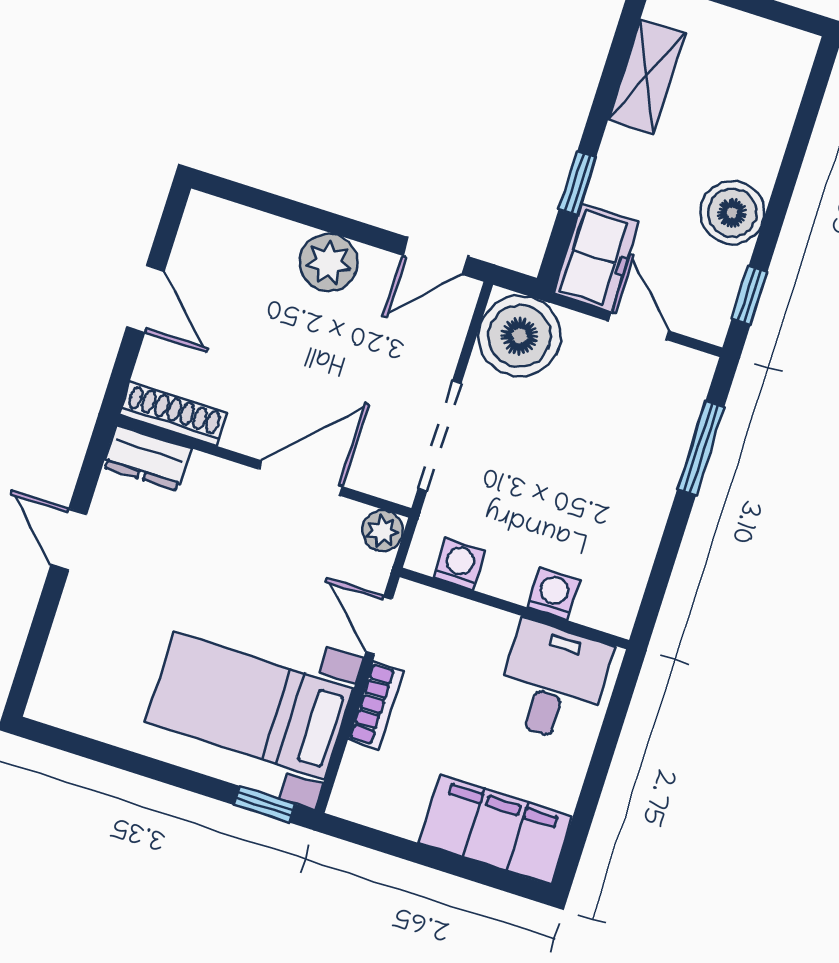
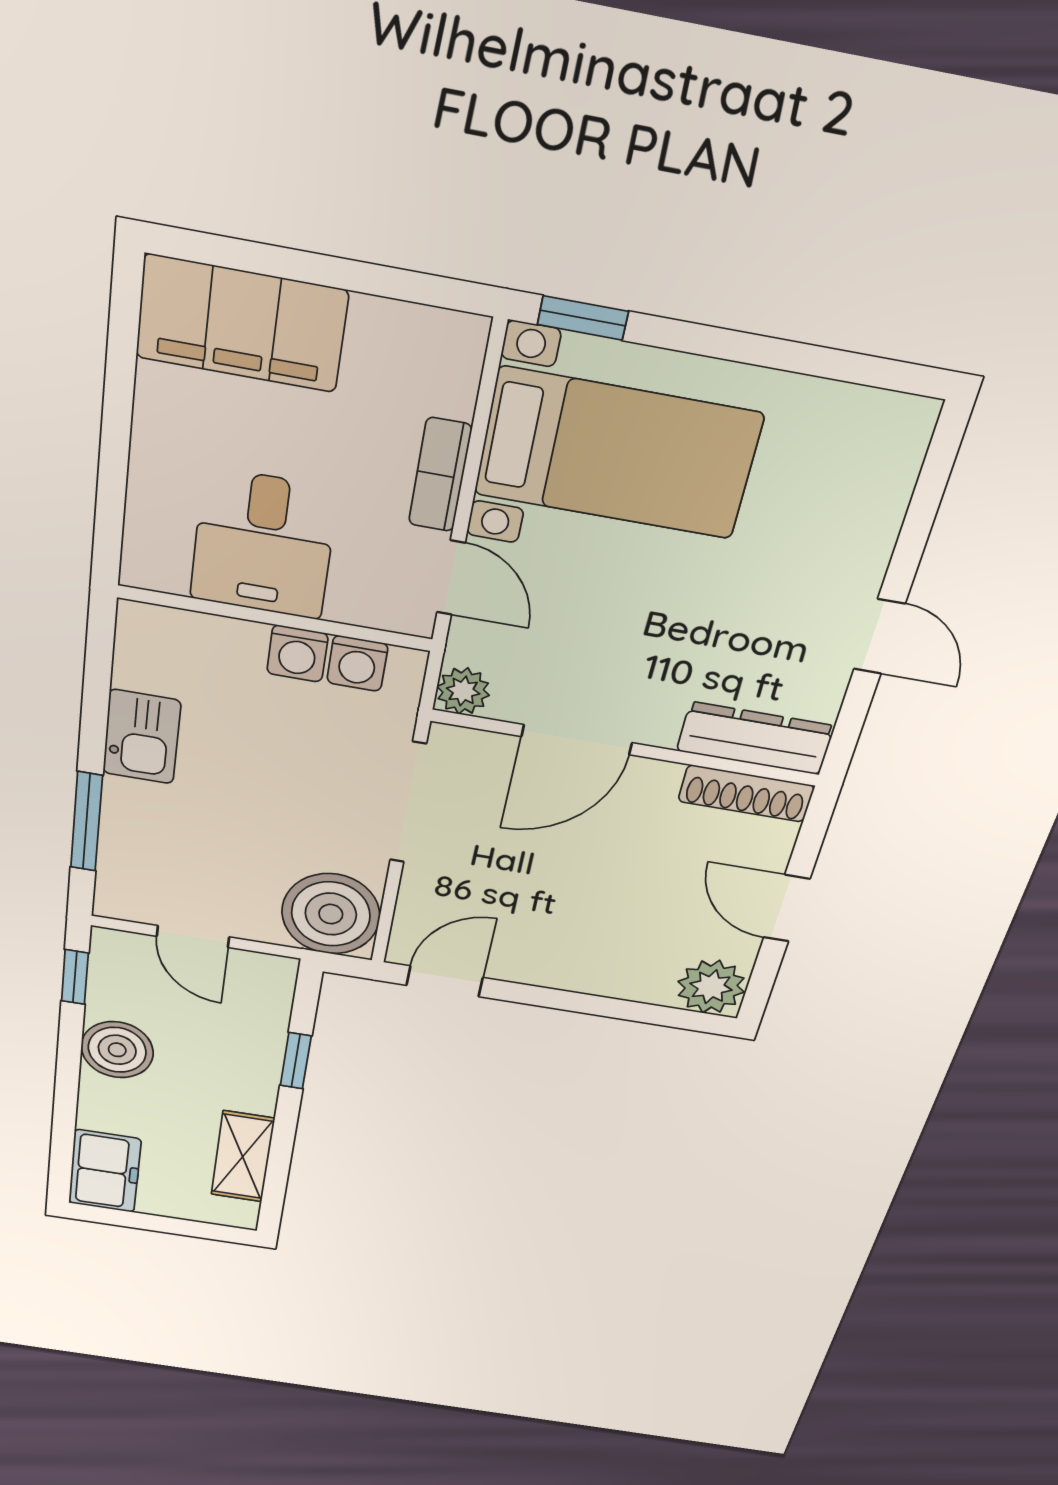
freezer: (596, 258) -> (105, 1171), moved, turned 180
plant: (329, 262) -> (711, 987), moved
dresser: (147, 458) -> (755, 738), width x1.44
kitchen sink: (638, 520) -> (142, 737), added
washing machine: (553, 594) -> (297, 654), moved
desk: (553, 682) -> (263, 544), moved

